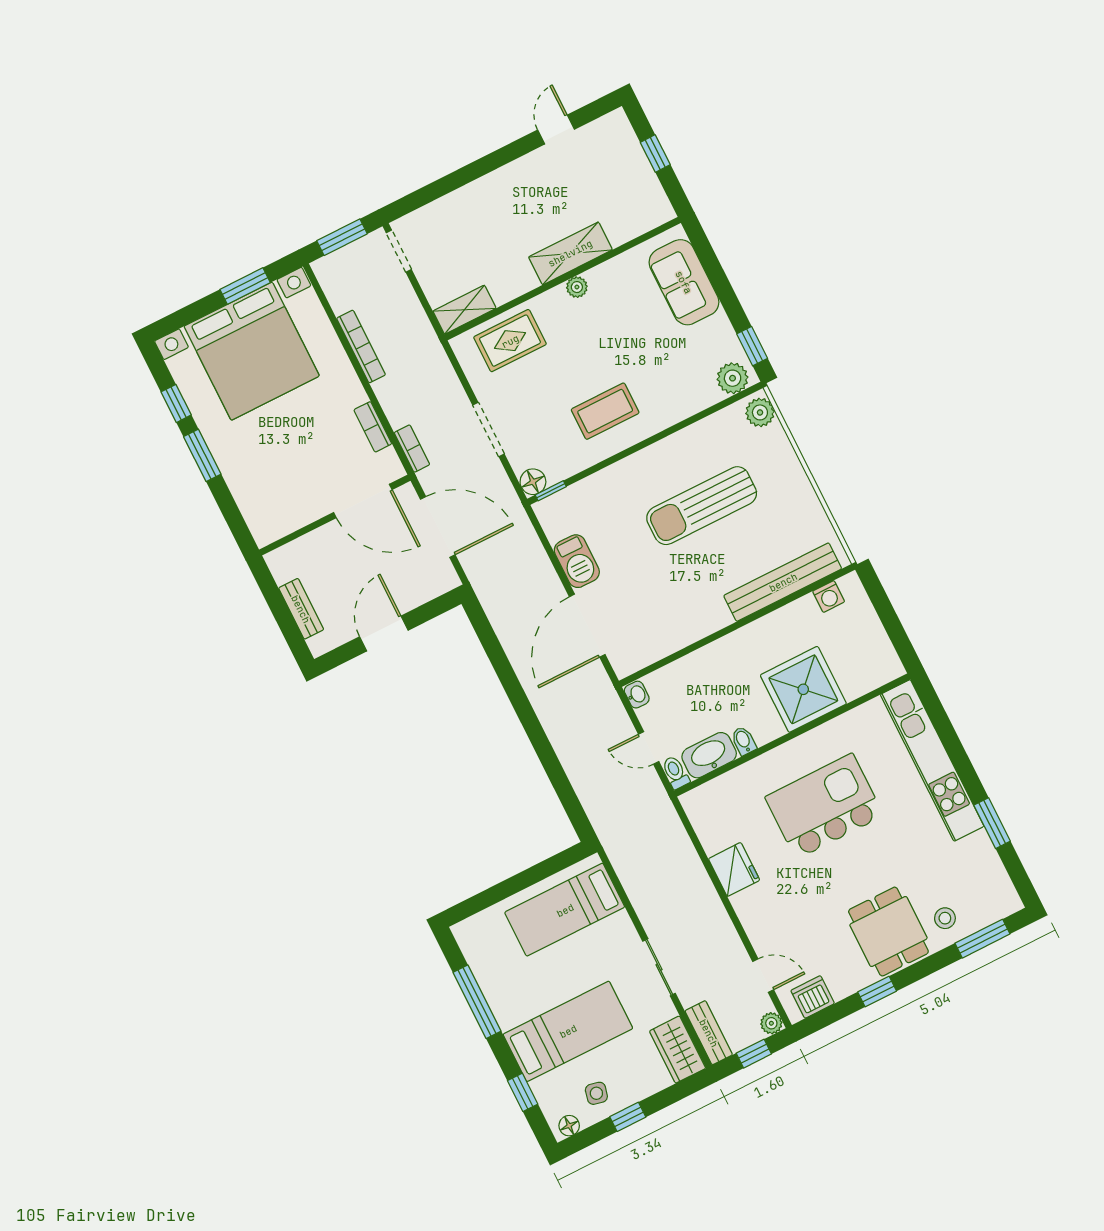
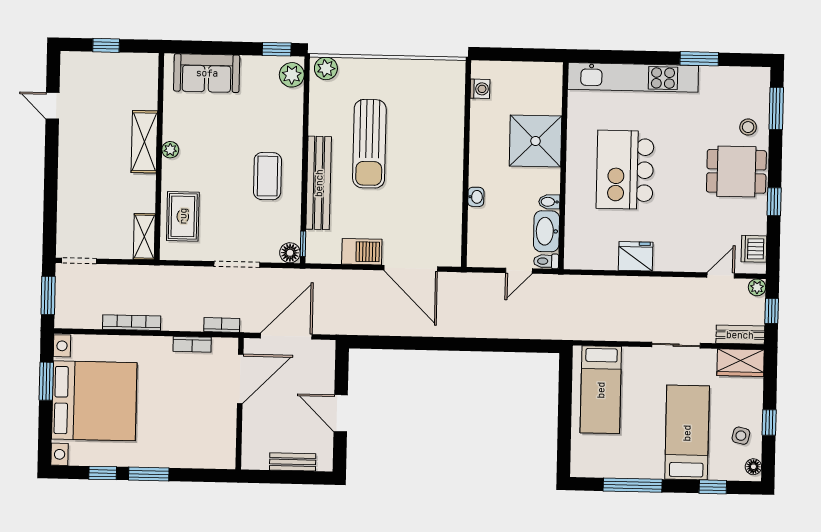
bench: (783, 582) -> (319, 183), moved
washbasin: (637, 695) -> (476, 197), moved, turned 90

